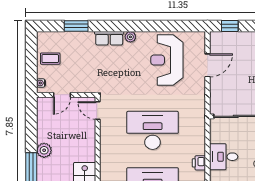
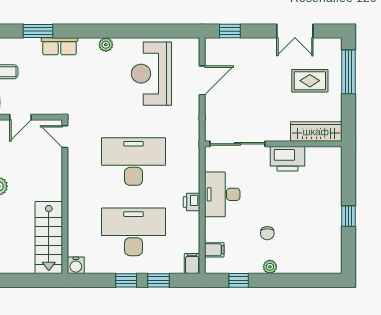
row of seats: (109, 38) -> (59, 46), moved
desk: (224, 157) -> (222, 194), width x1.37

